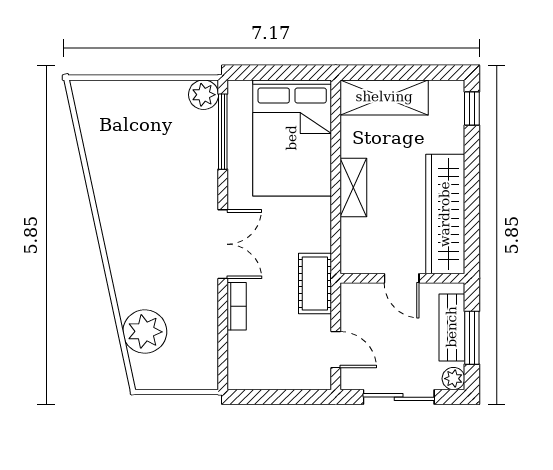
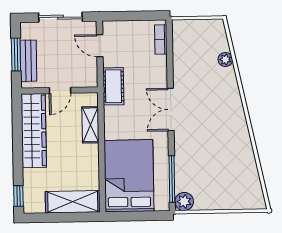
shelving: (353, 188) -> (90, 125), moved
door: (402, 278) -> (60, 90), swing flipped
bookcase: (237, 306) -> (161, 40), moved
plant: (145, 332) -> (225, 60), width x0.53, depth x0.53
plant: (453, 379) -> (27, 29), removed

